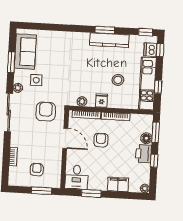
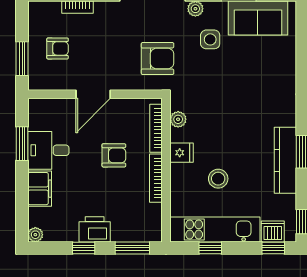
door: (65, 138) -> (93, 94), moved
floor lamp: (146, 138) -> (121, 233), removed
desk: (77, 177) -> (48, 150), moved

